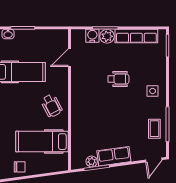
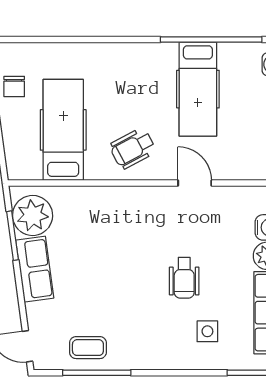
door: (69, 58) -> (195, 183), moved
side table: (153, 91) -> (207, 331), moved
plant: (92, 161) -> (33, 215), width x1.88, depth x1.88

